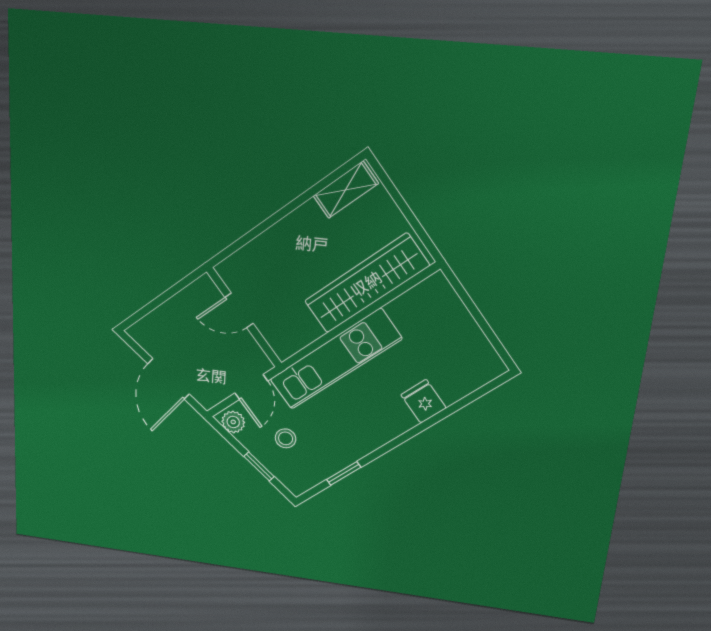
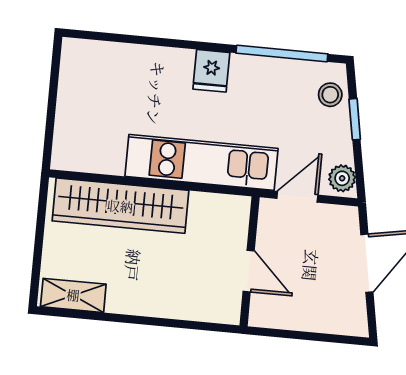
fridge: (424, 401) -> (211, 71), moved
stool: (286, 438) -> (330, 95), moved
window: (344, 473) -> (282, 53), width x2.17

